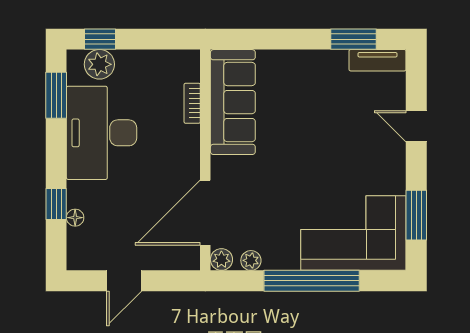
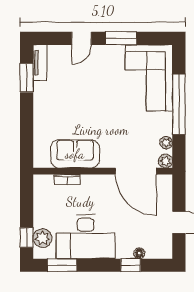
sofa: (233, 102) -> (75, 154), width x0.73
window: (416, 215) -> (121, 38), moved

